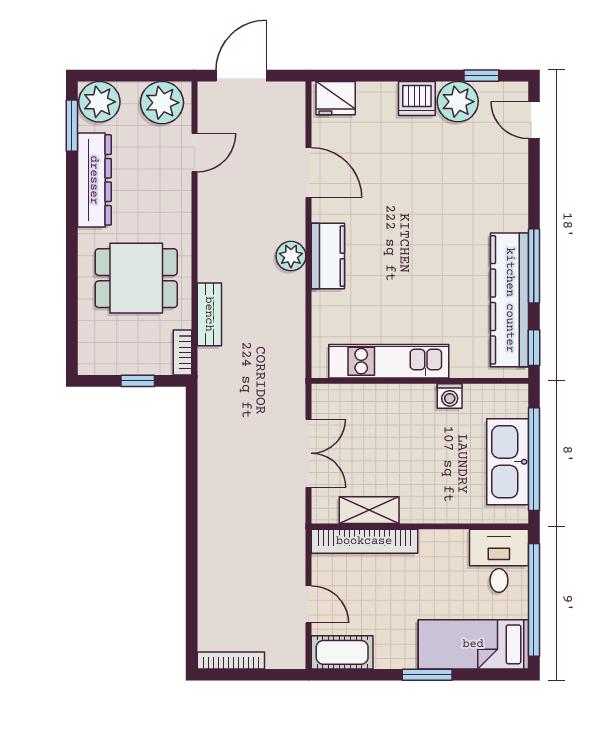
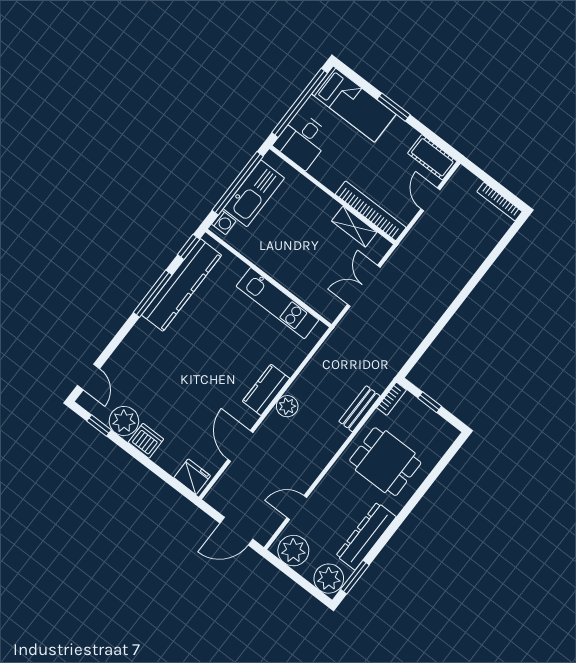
washing machine: (450, 396) -> (224, 223), moved, turned 90

